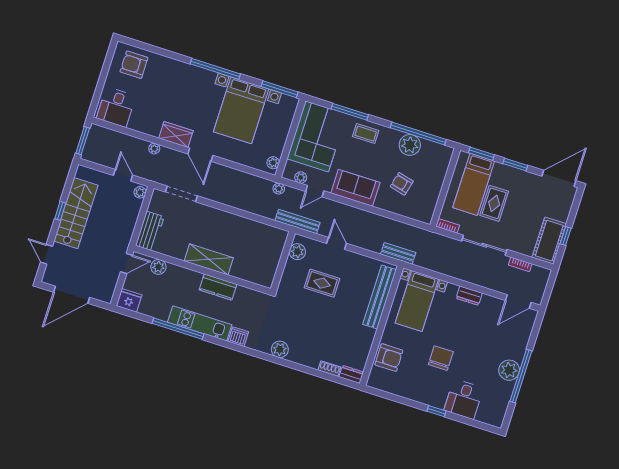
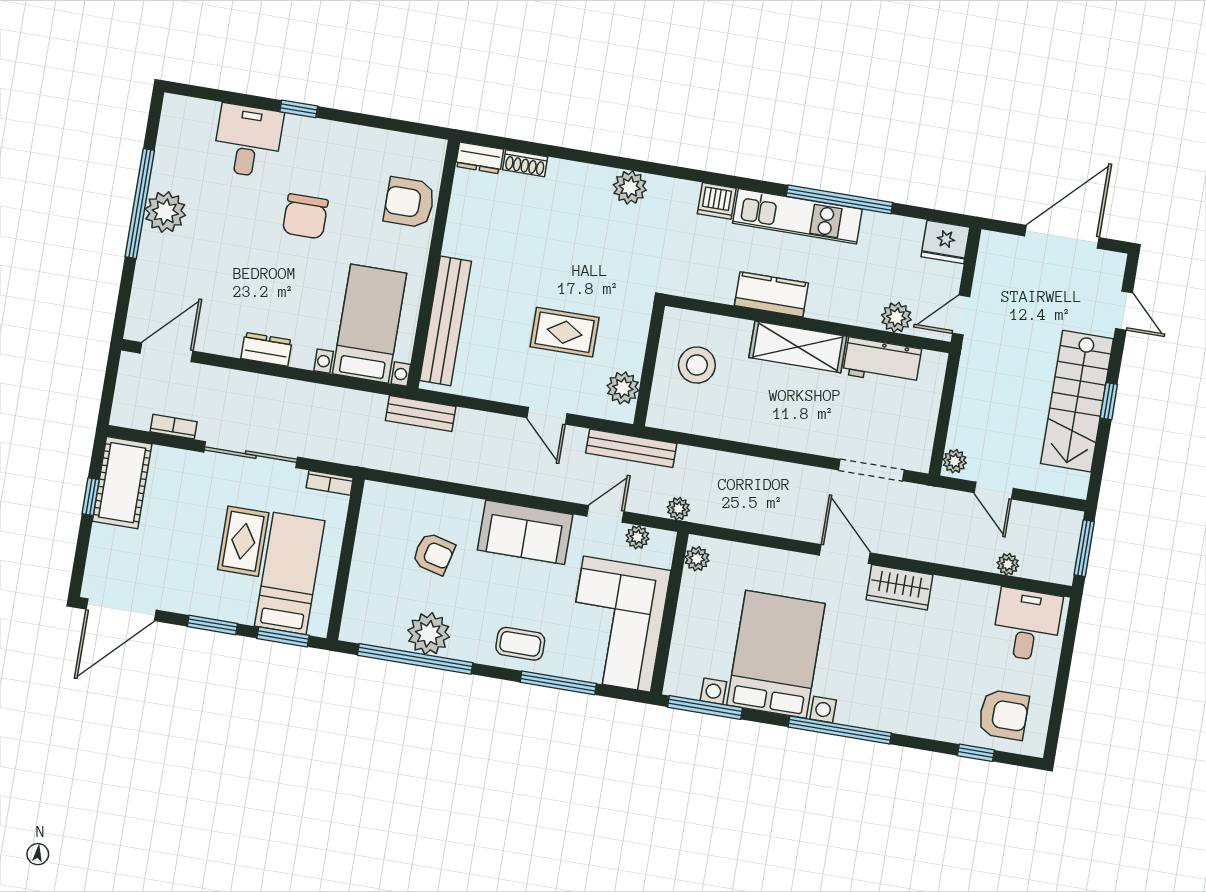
window: (150, 48) -> (976, 753), added
plant: (154, 149) -> (1008, 564), moved
workbench: (150, 231) -> (882, 361), moved, turned -90
stool: (259, 258) -> (697, 365), added

